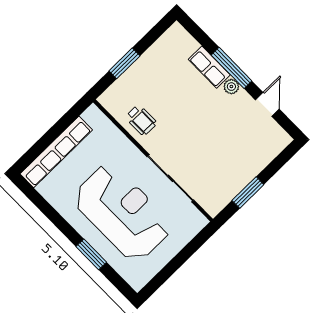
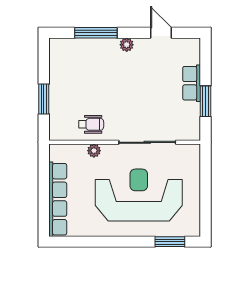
row of seats: (209, 67) -> (192, 83), moved, turned 90
window: (232, 68) -> (96, 33), moved
plant: (123, 143) -> (94, 151), added
window: (91, 254) -> (170, 242), moved

